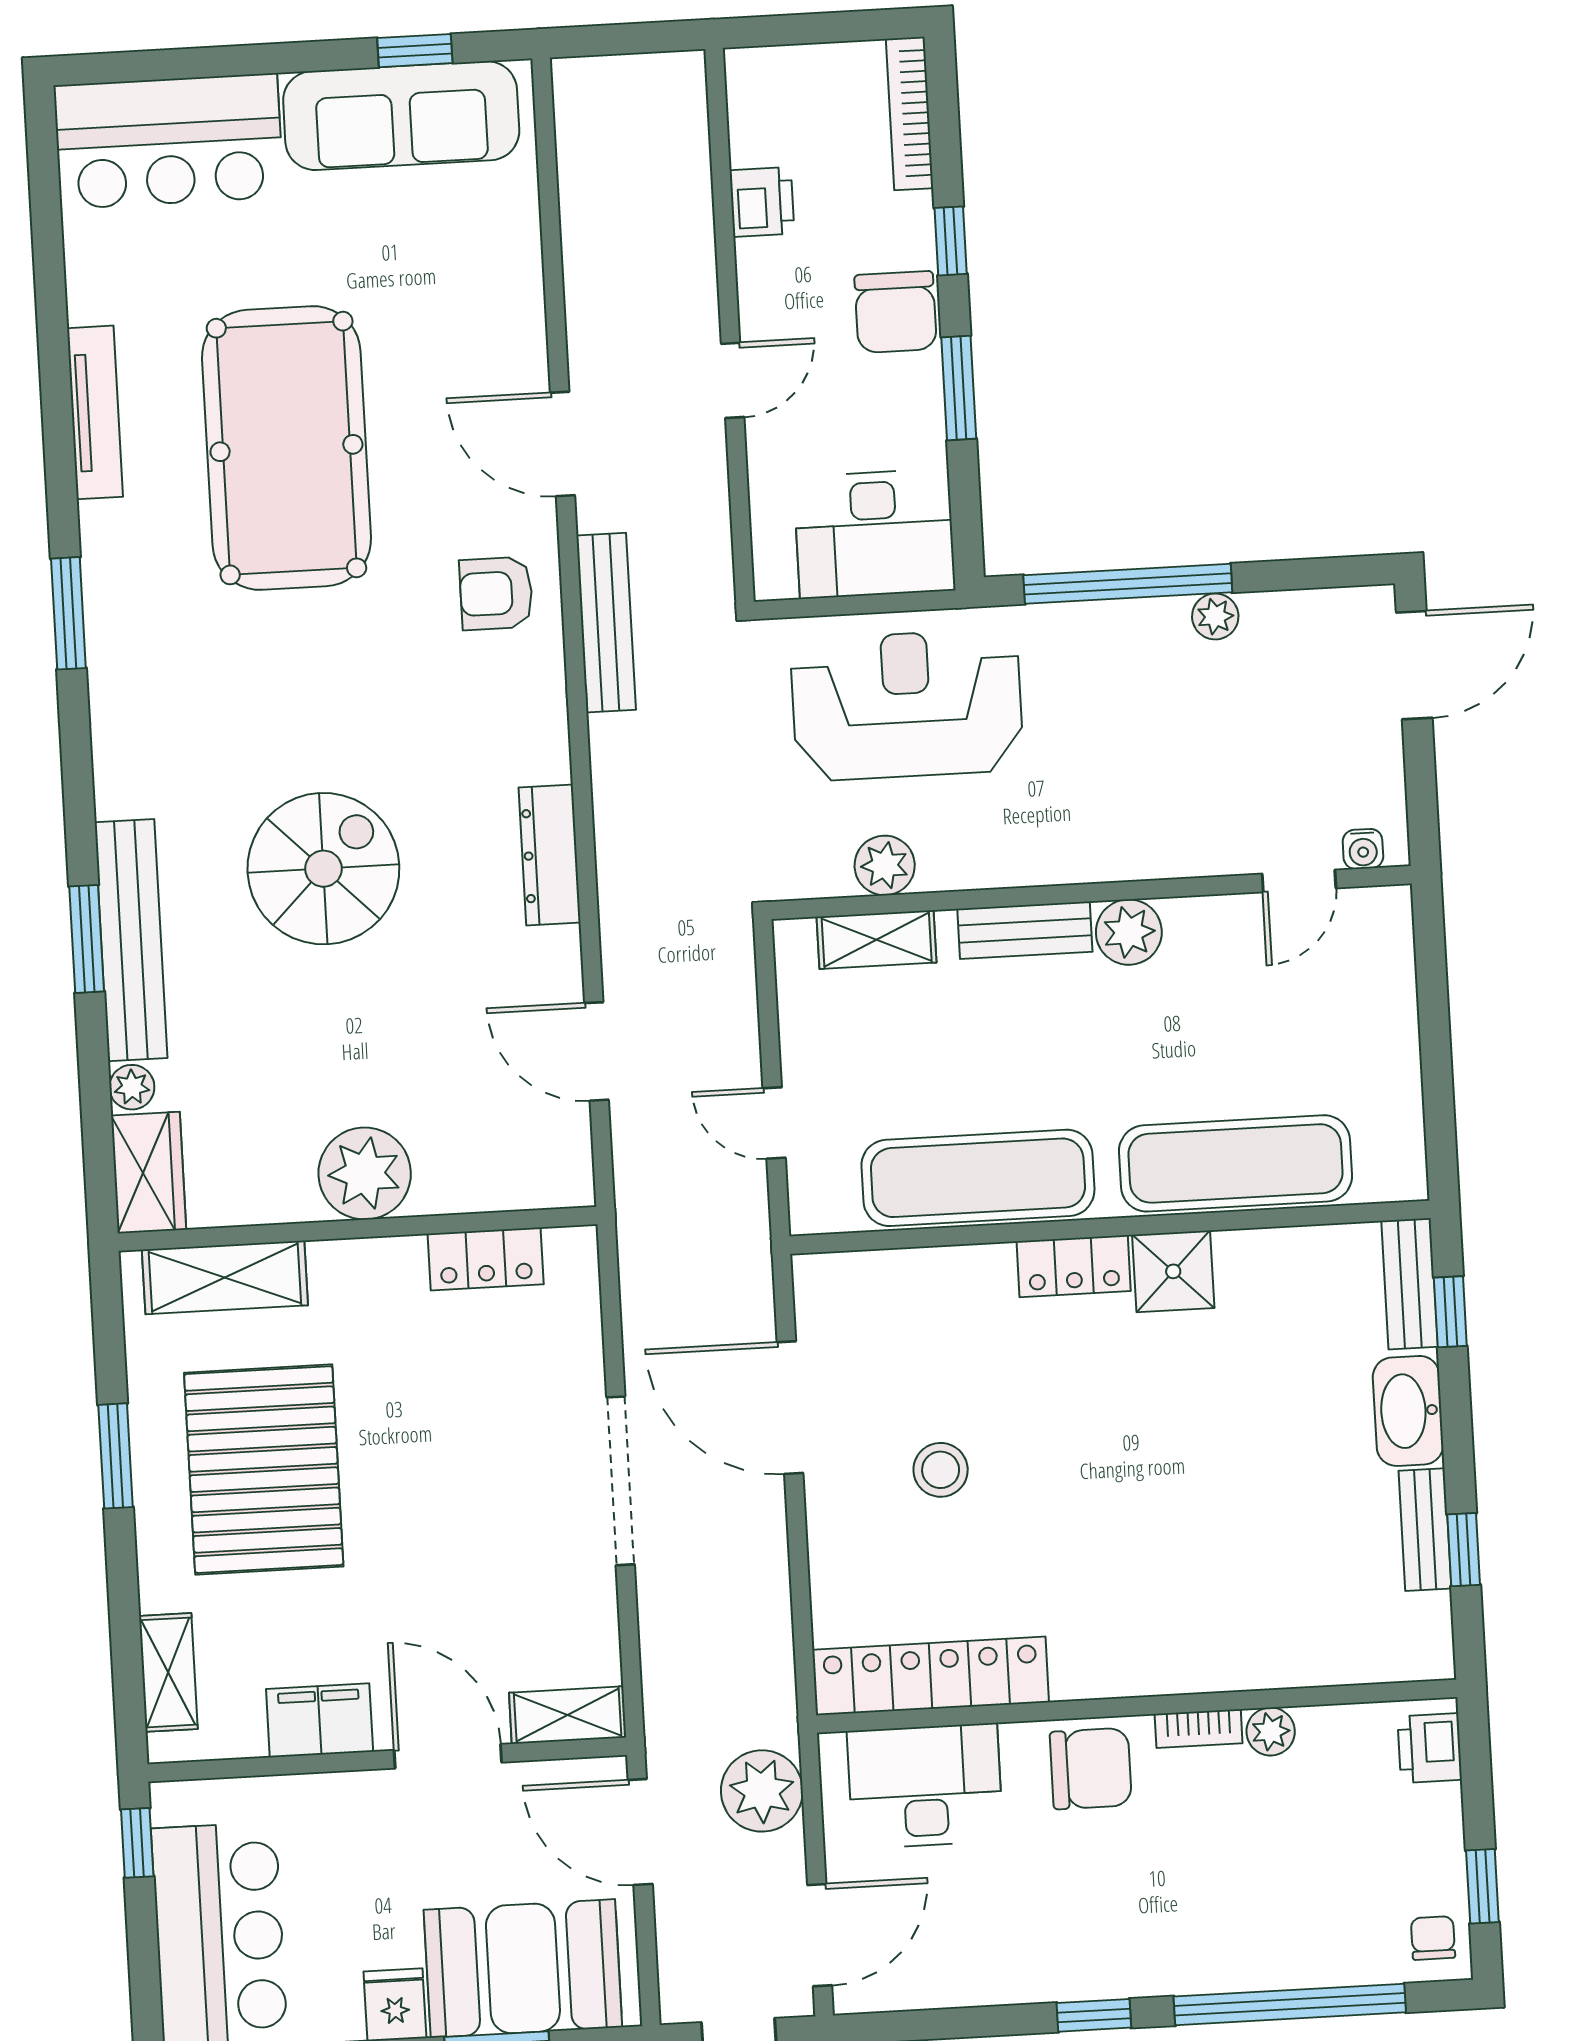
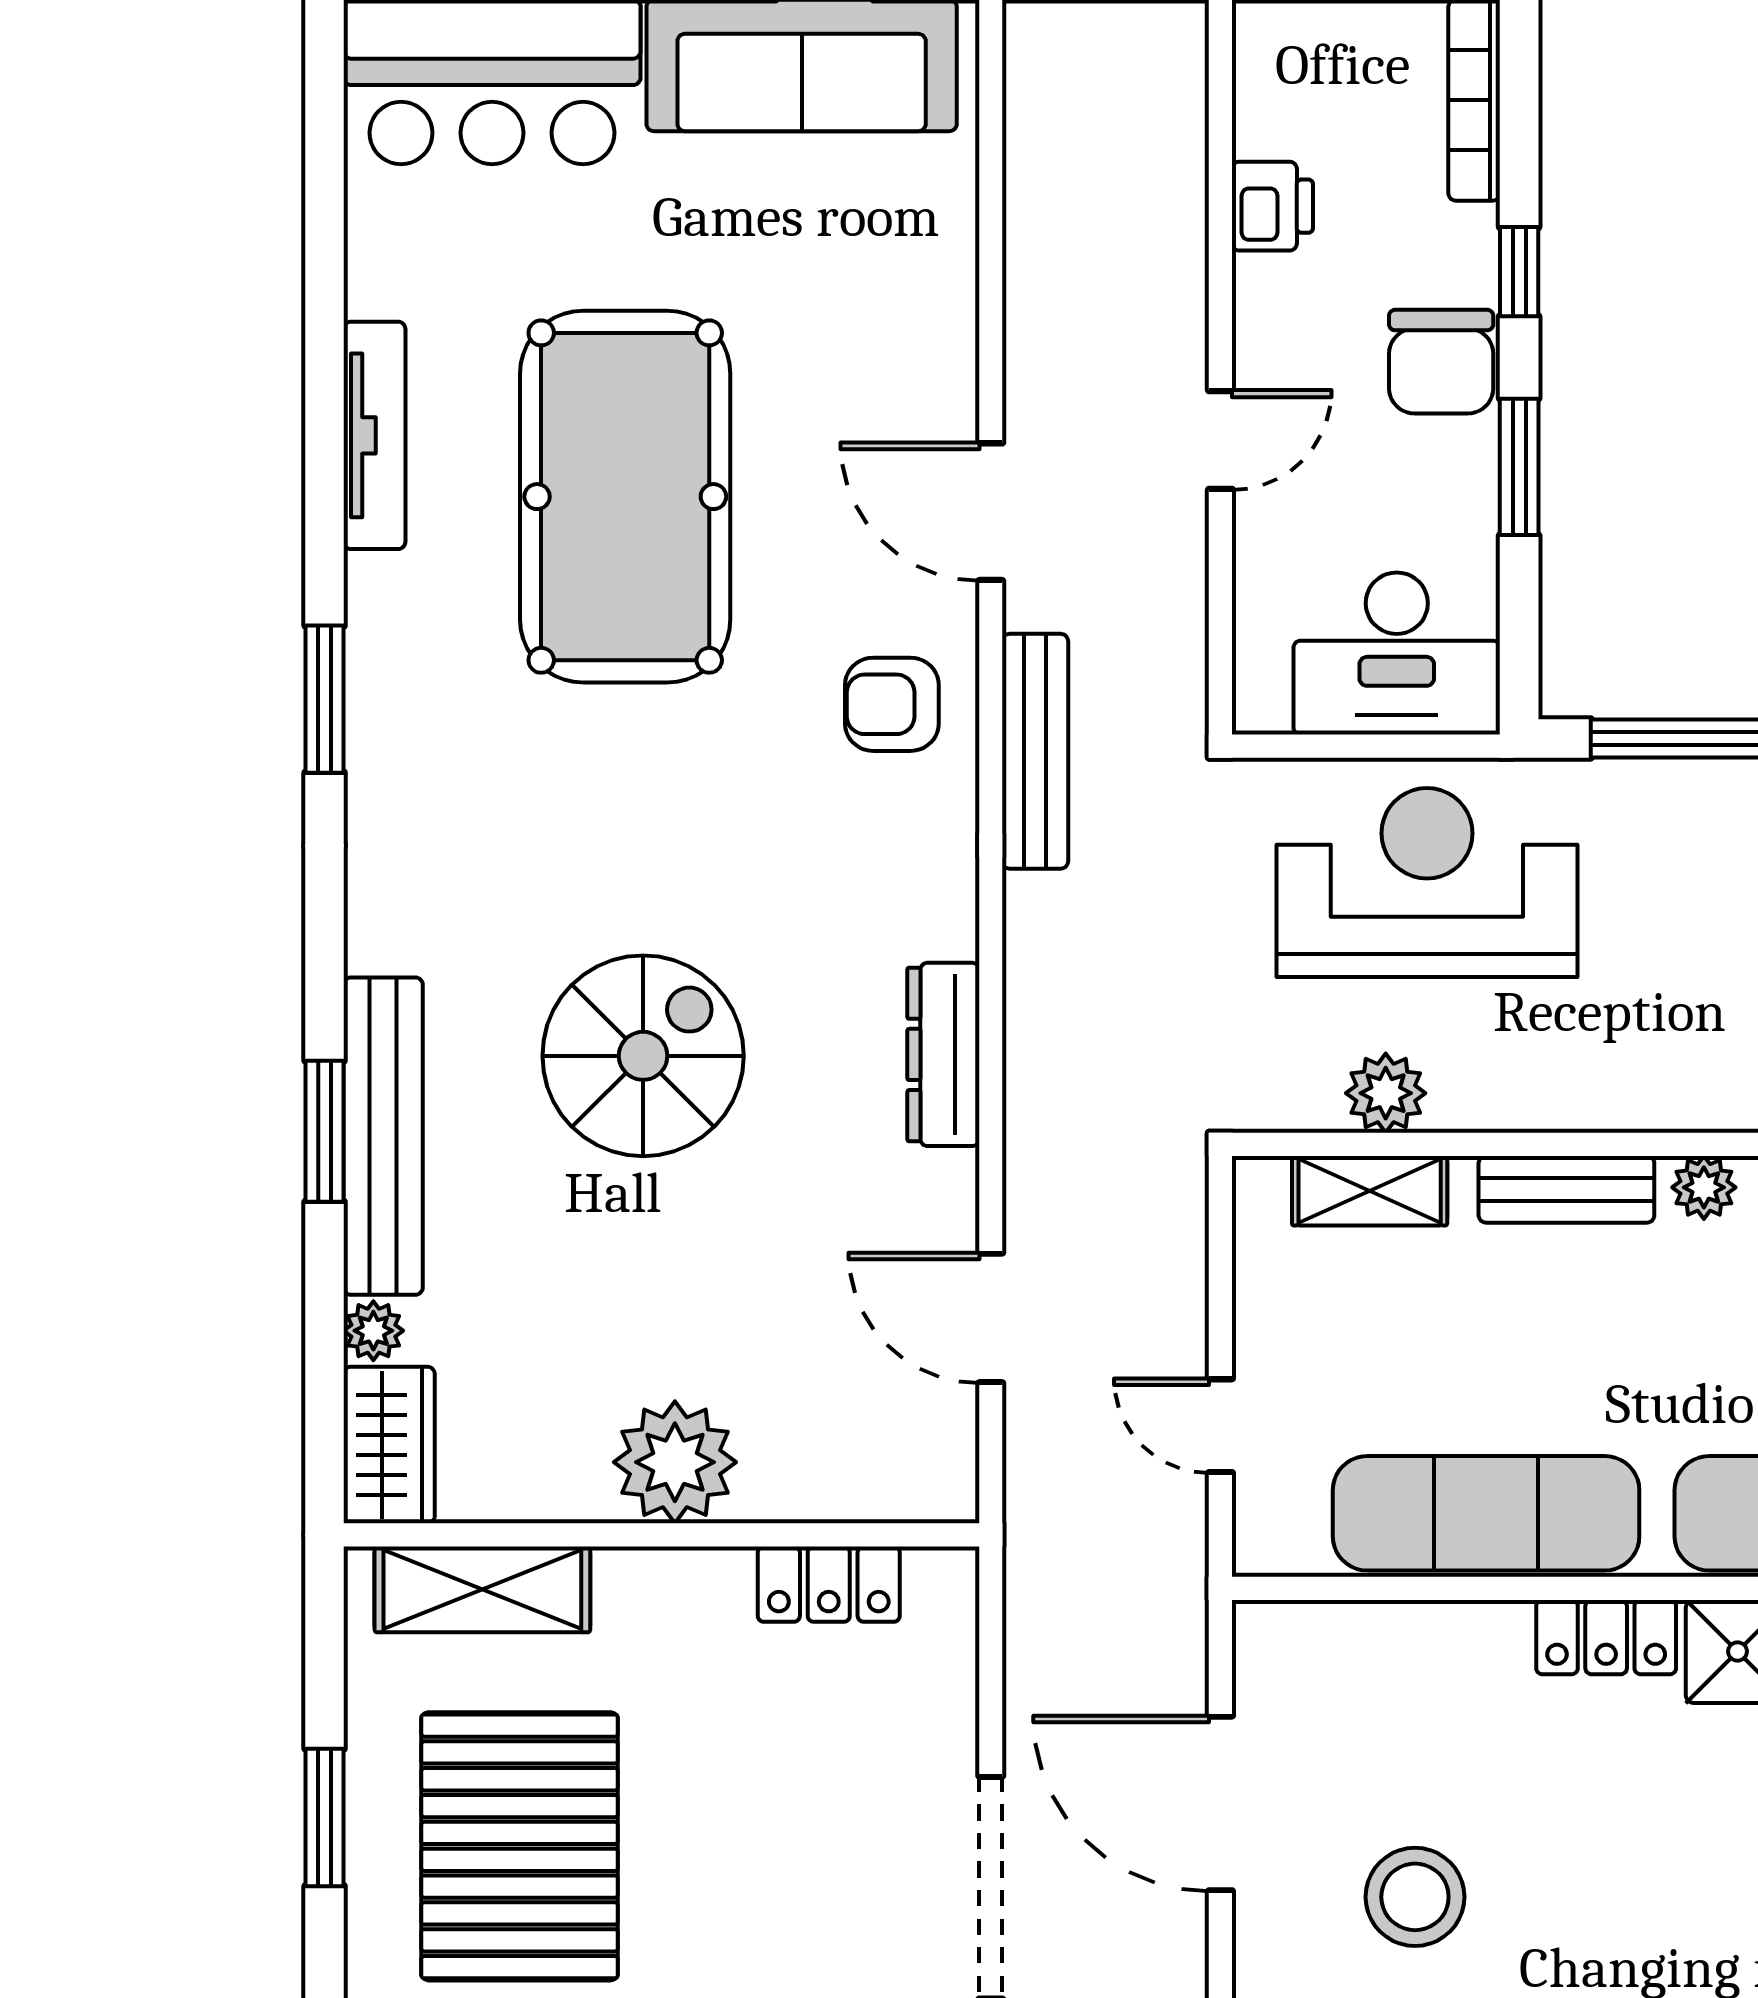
plant: (1129, 932) -> (1704, 1187), width x0.73, depth x0.73
stool: (941, 1470) -> (1415, 1897), width x1.38, depth x1.38

